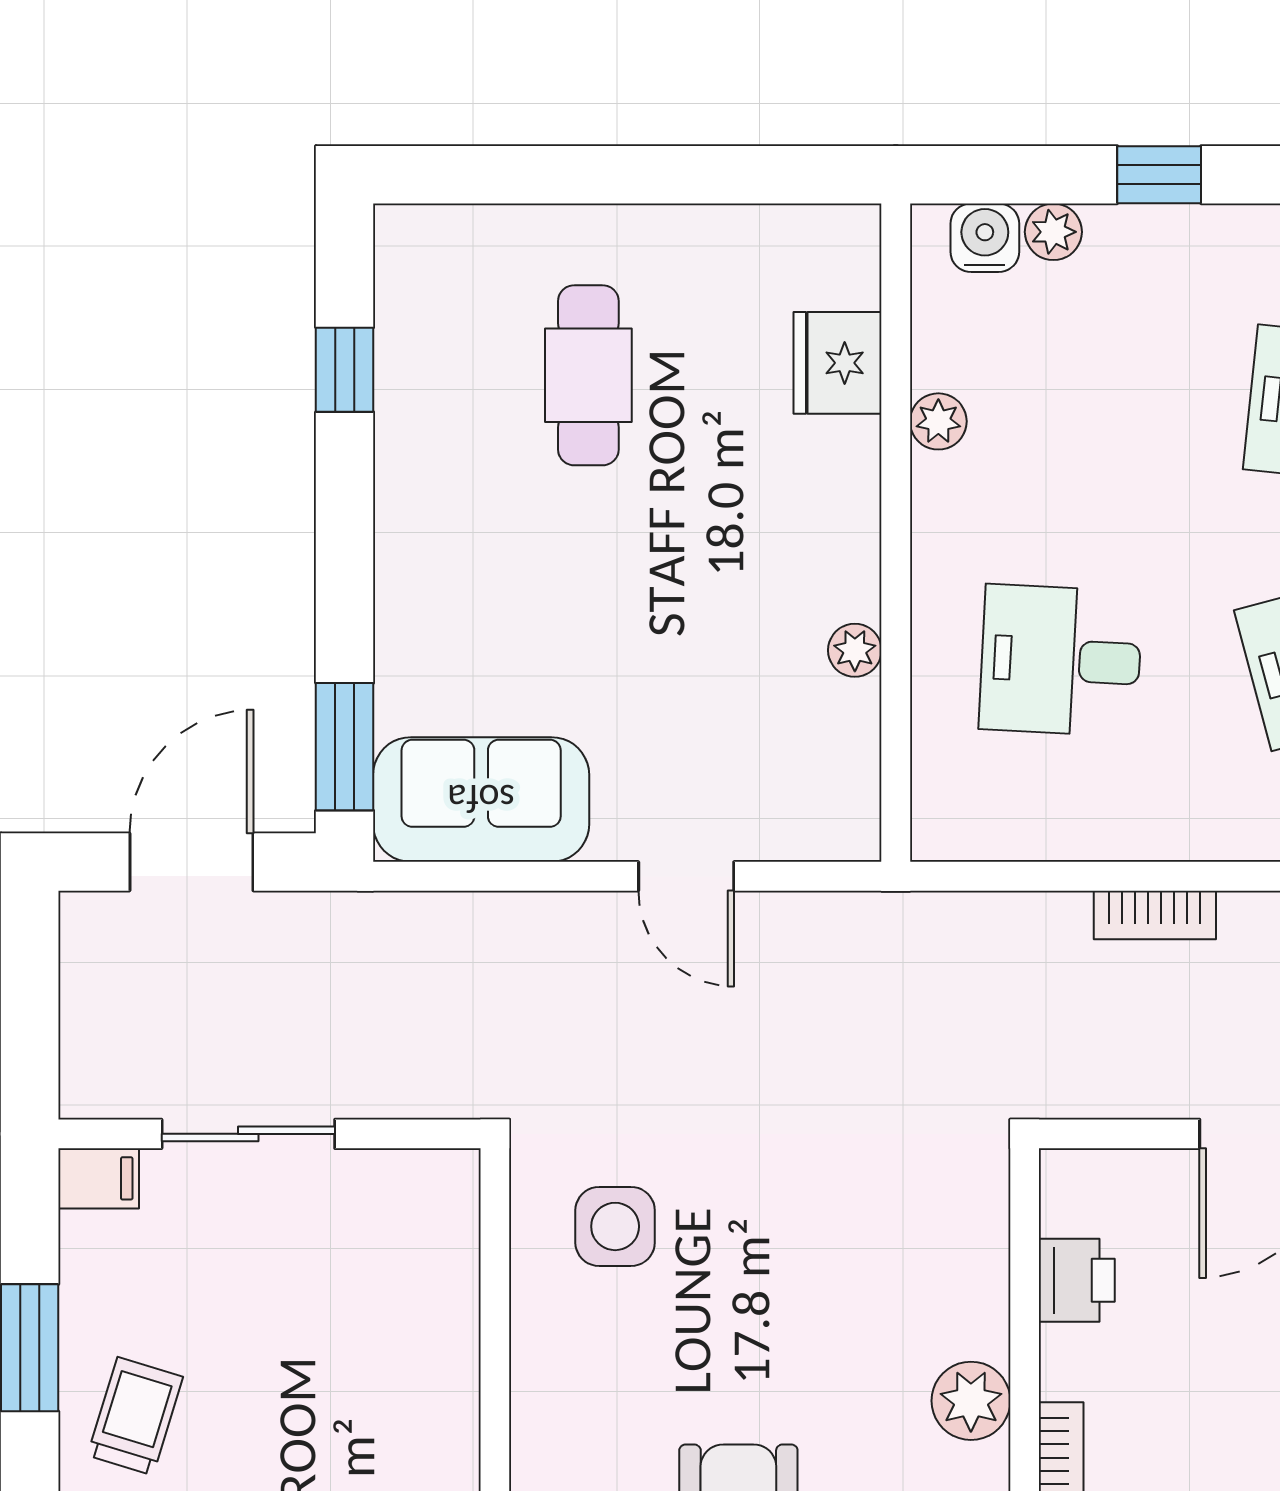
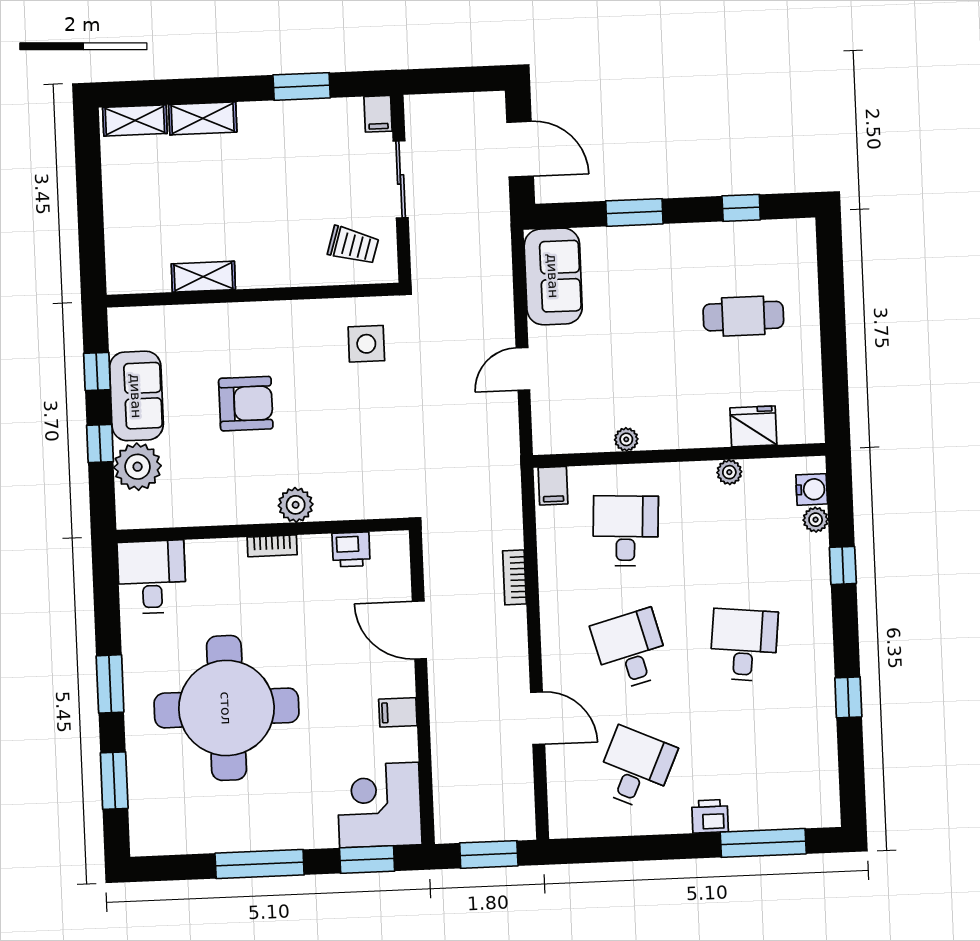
window: (345, 747) -> (634, 212), moved
filing cabinet: (952, 820) -> (553, 486), added
trolley: (135, 1416) -> (353, 245), moved

